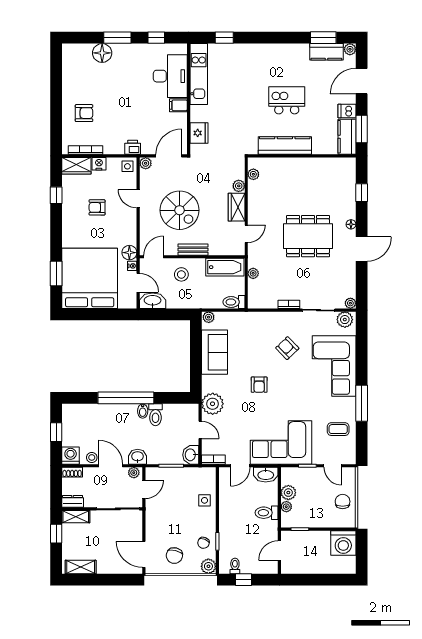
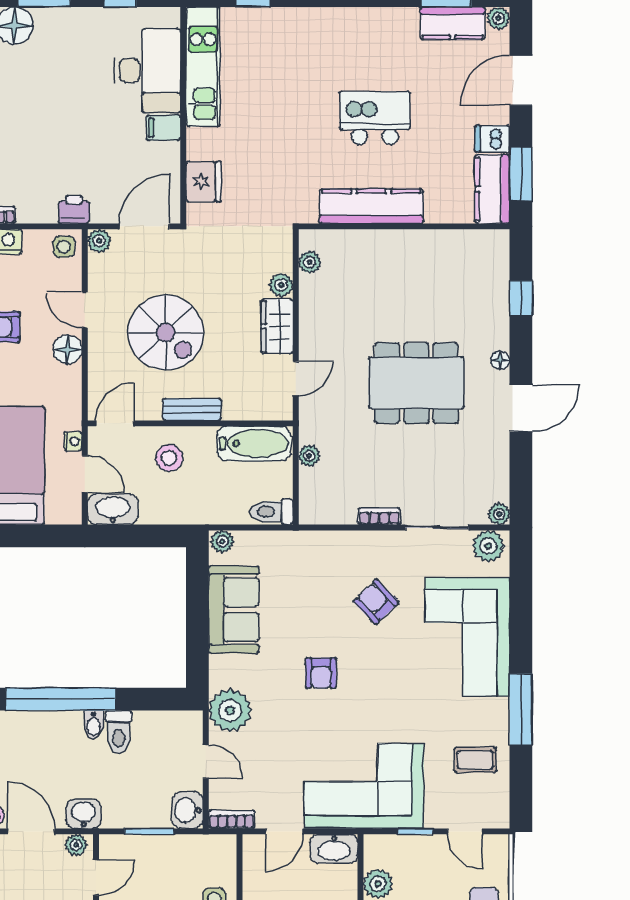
floor lamp: (129, 253) -> (68, 349), moved

